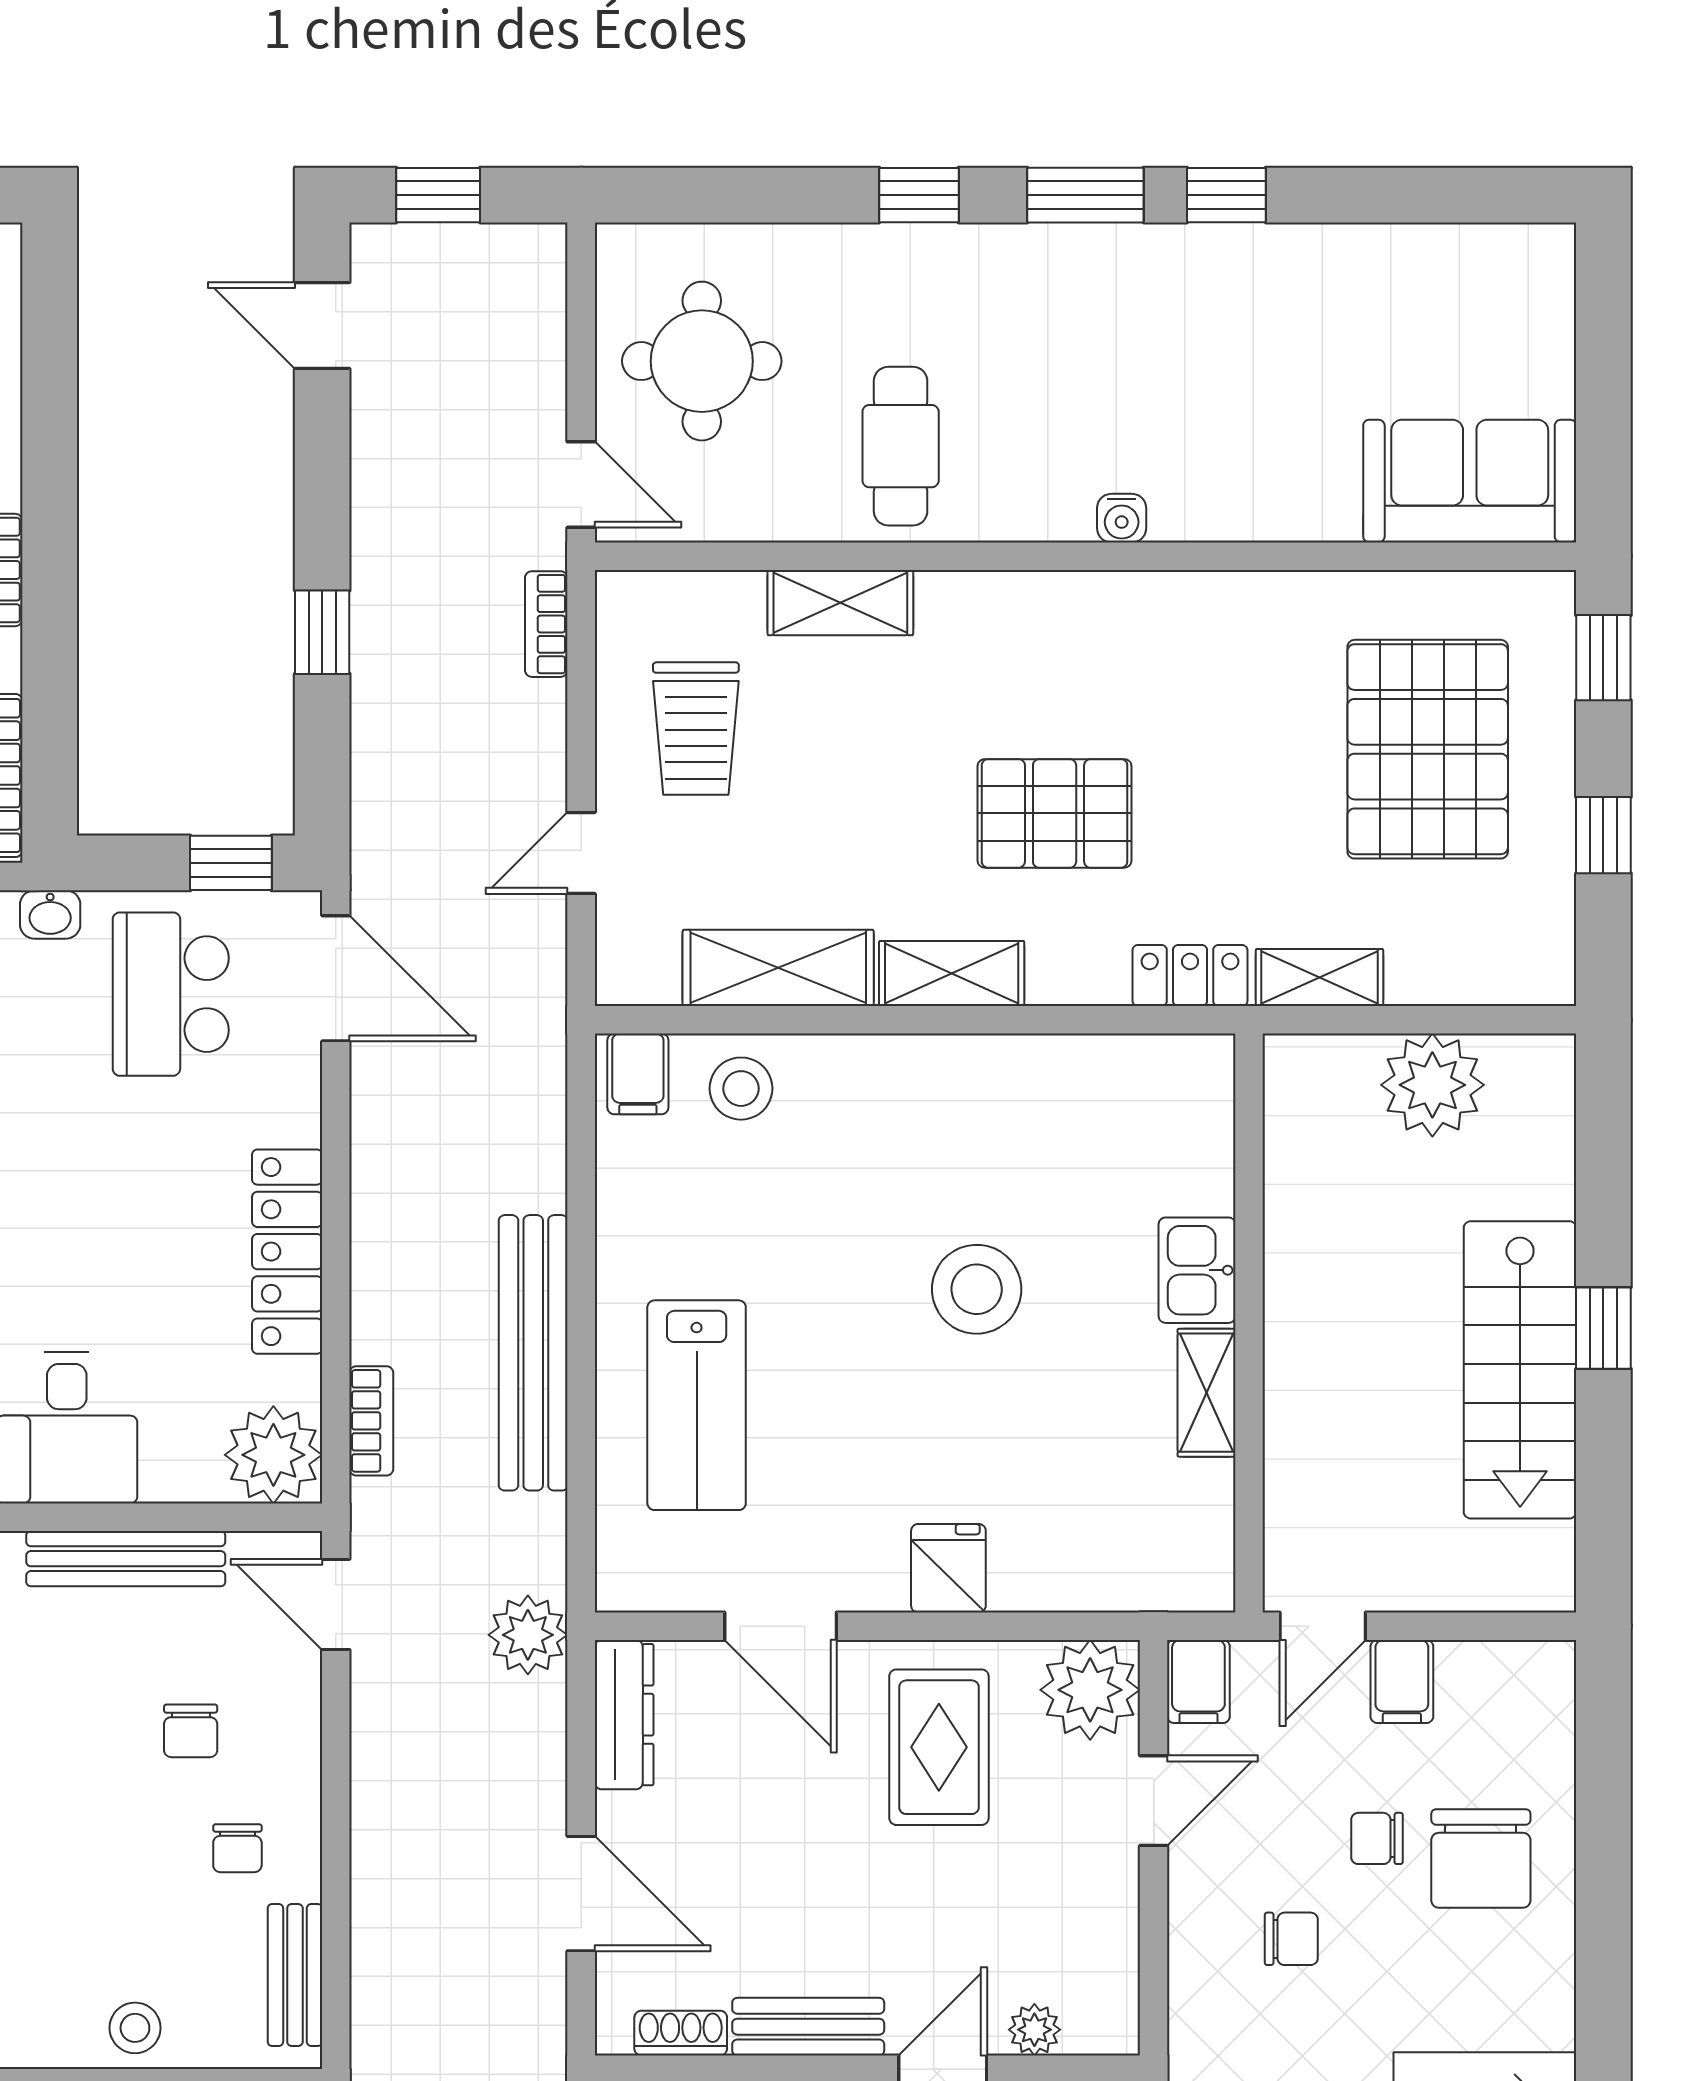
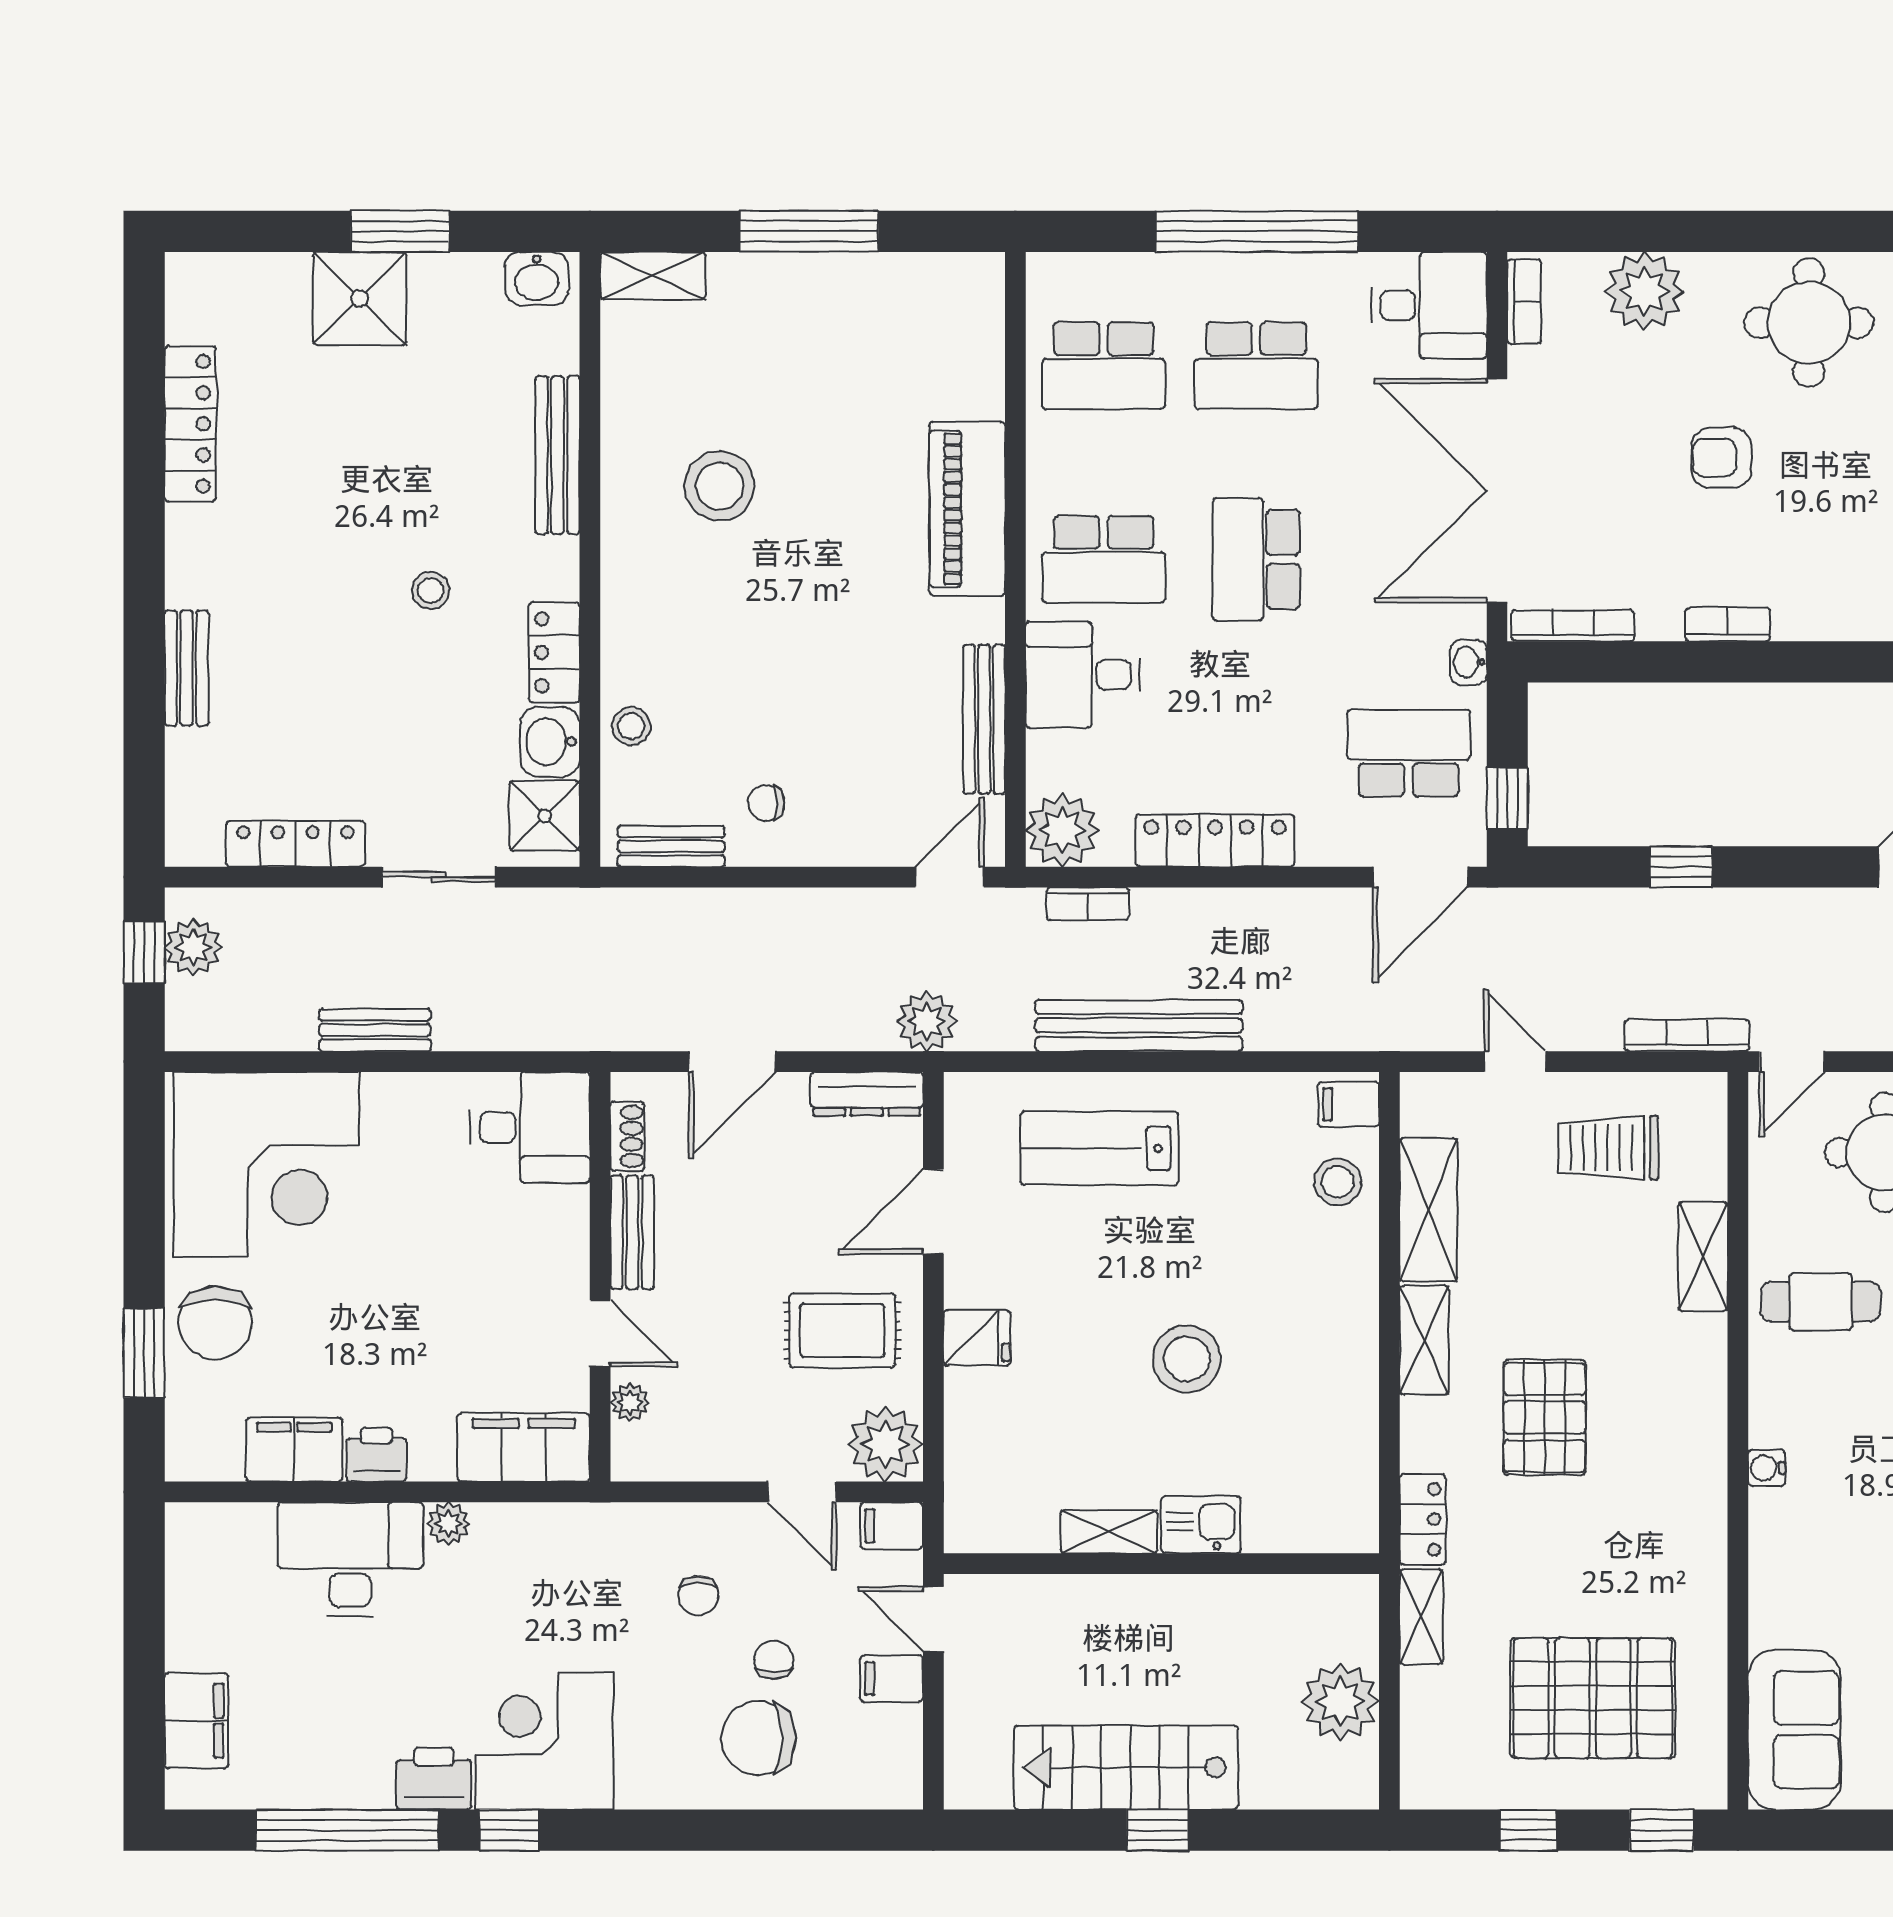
bookcase: (546, 624) -> (1687, 1035), width x1.56
chair: (191, 1731) -> (855, 768), removed

